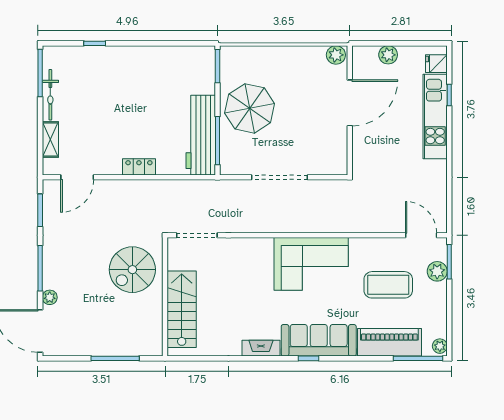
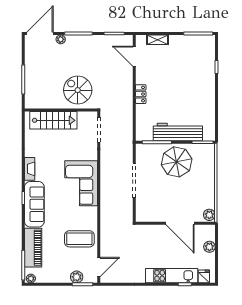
bicycle: (50, 95) -> (185, 40), removed
workbench: (201, 135) -> (178, 132), moved
corner sofa: (311, 264) -> (81, 183), moved
coffee table: (388, 285) -> (79, 239), moved, turned 90

